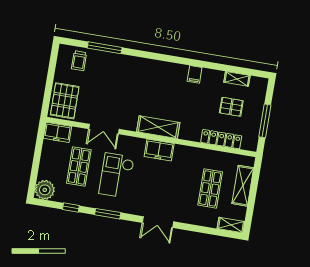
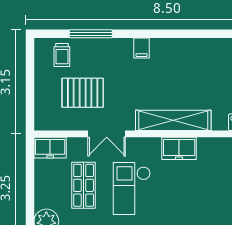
filing cabinet: (195, 74) -> (142, 48), moved
pallet: (65, 101) -> (83, 93), moved, turned 90
shelving: (158, 127) -> (173, 120), width x1.47

